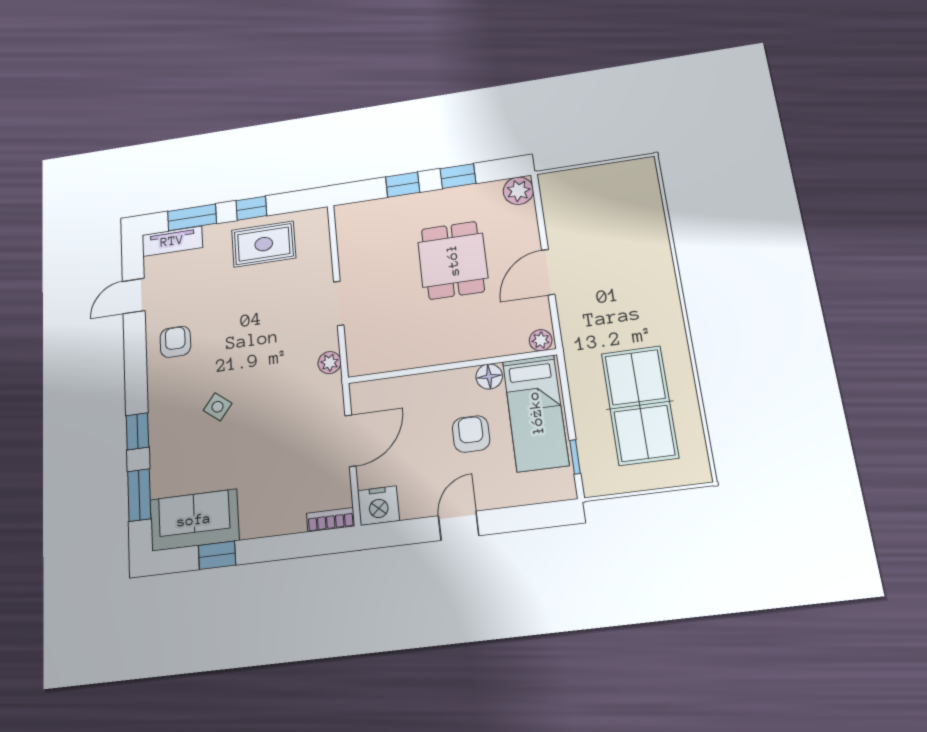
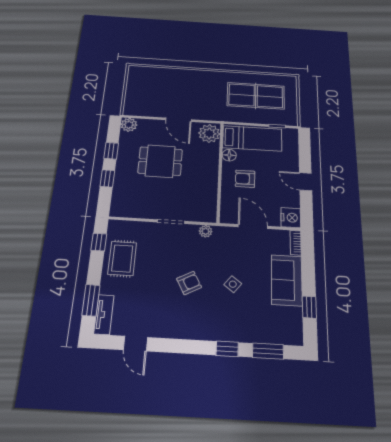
window: (251, 208) -> (99, 242), moved
plant: (541, 340) -> (209, 133), width x1.87, depth x1.87
armchair: (175, 342) -> (189, 283), moved, turned 152
side table: (218, 407) -> (233, 284), moved
armchair: (471, 434) -> (245, 179), moved
sofa: (194, 520) -> (287, 280), moved

